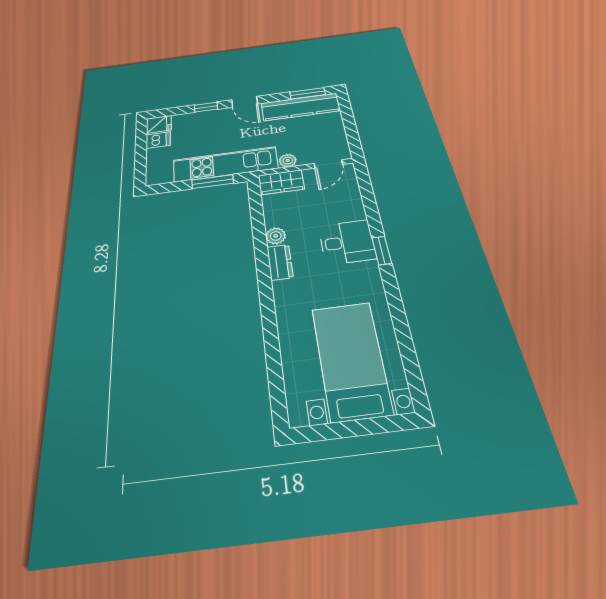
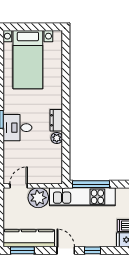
plant: (288, 161) -> (38, 198), width x1.87, depth x1.87
window: (213, 182) -> (91, 184), width x1.44
wardrobe: (281, 182) -> (49, 176), removed

